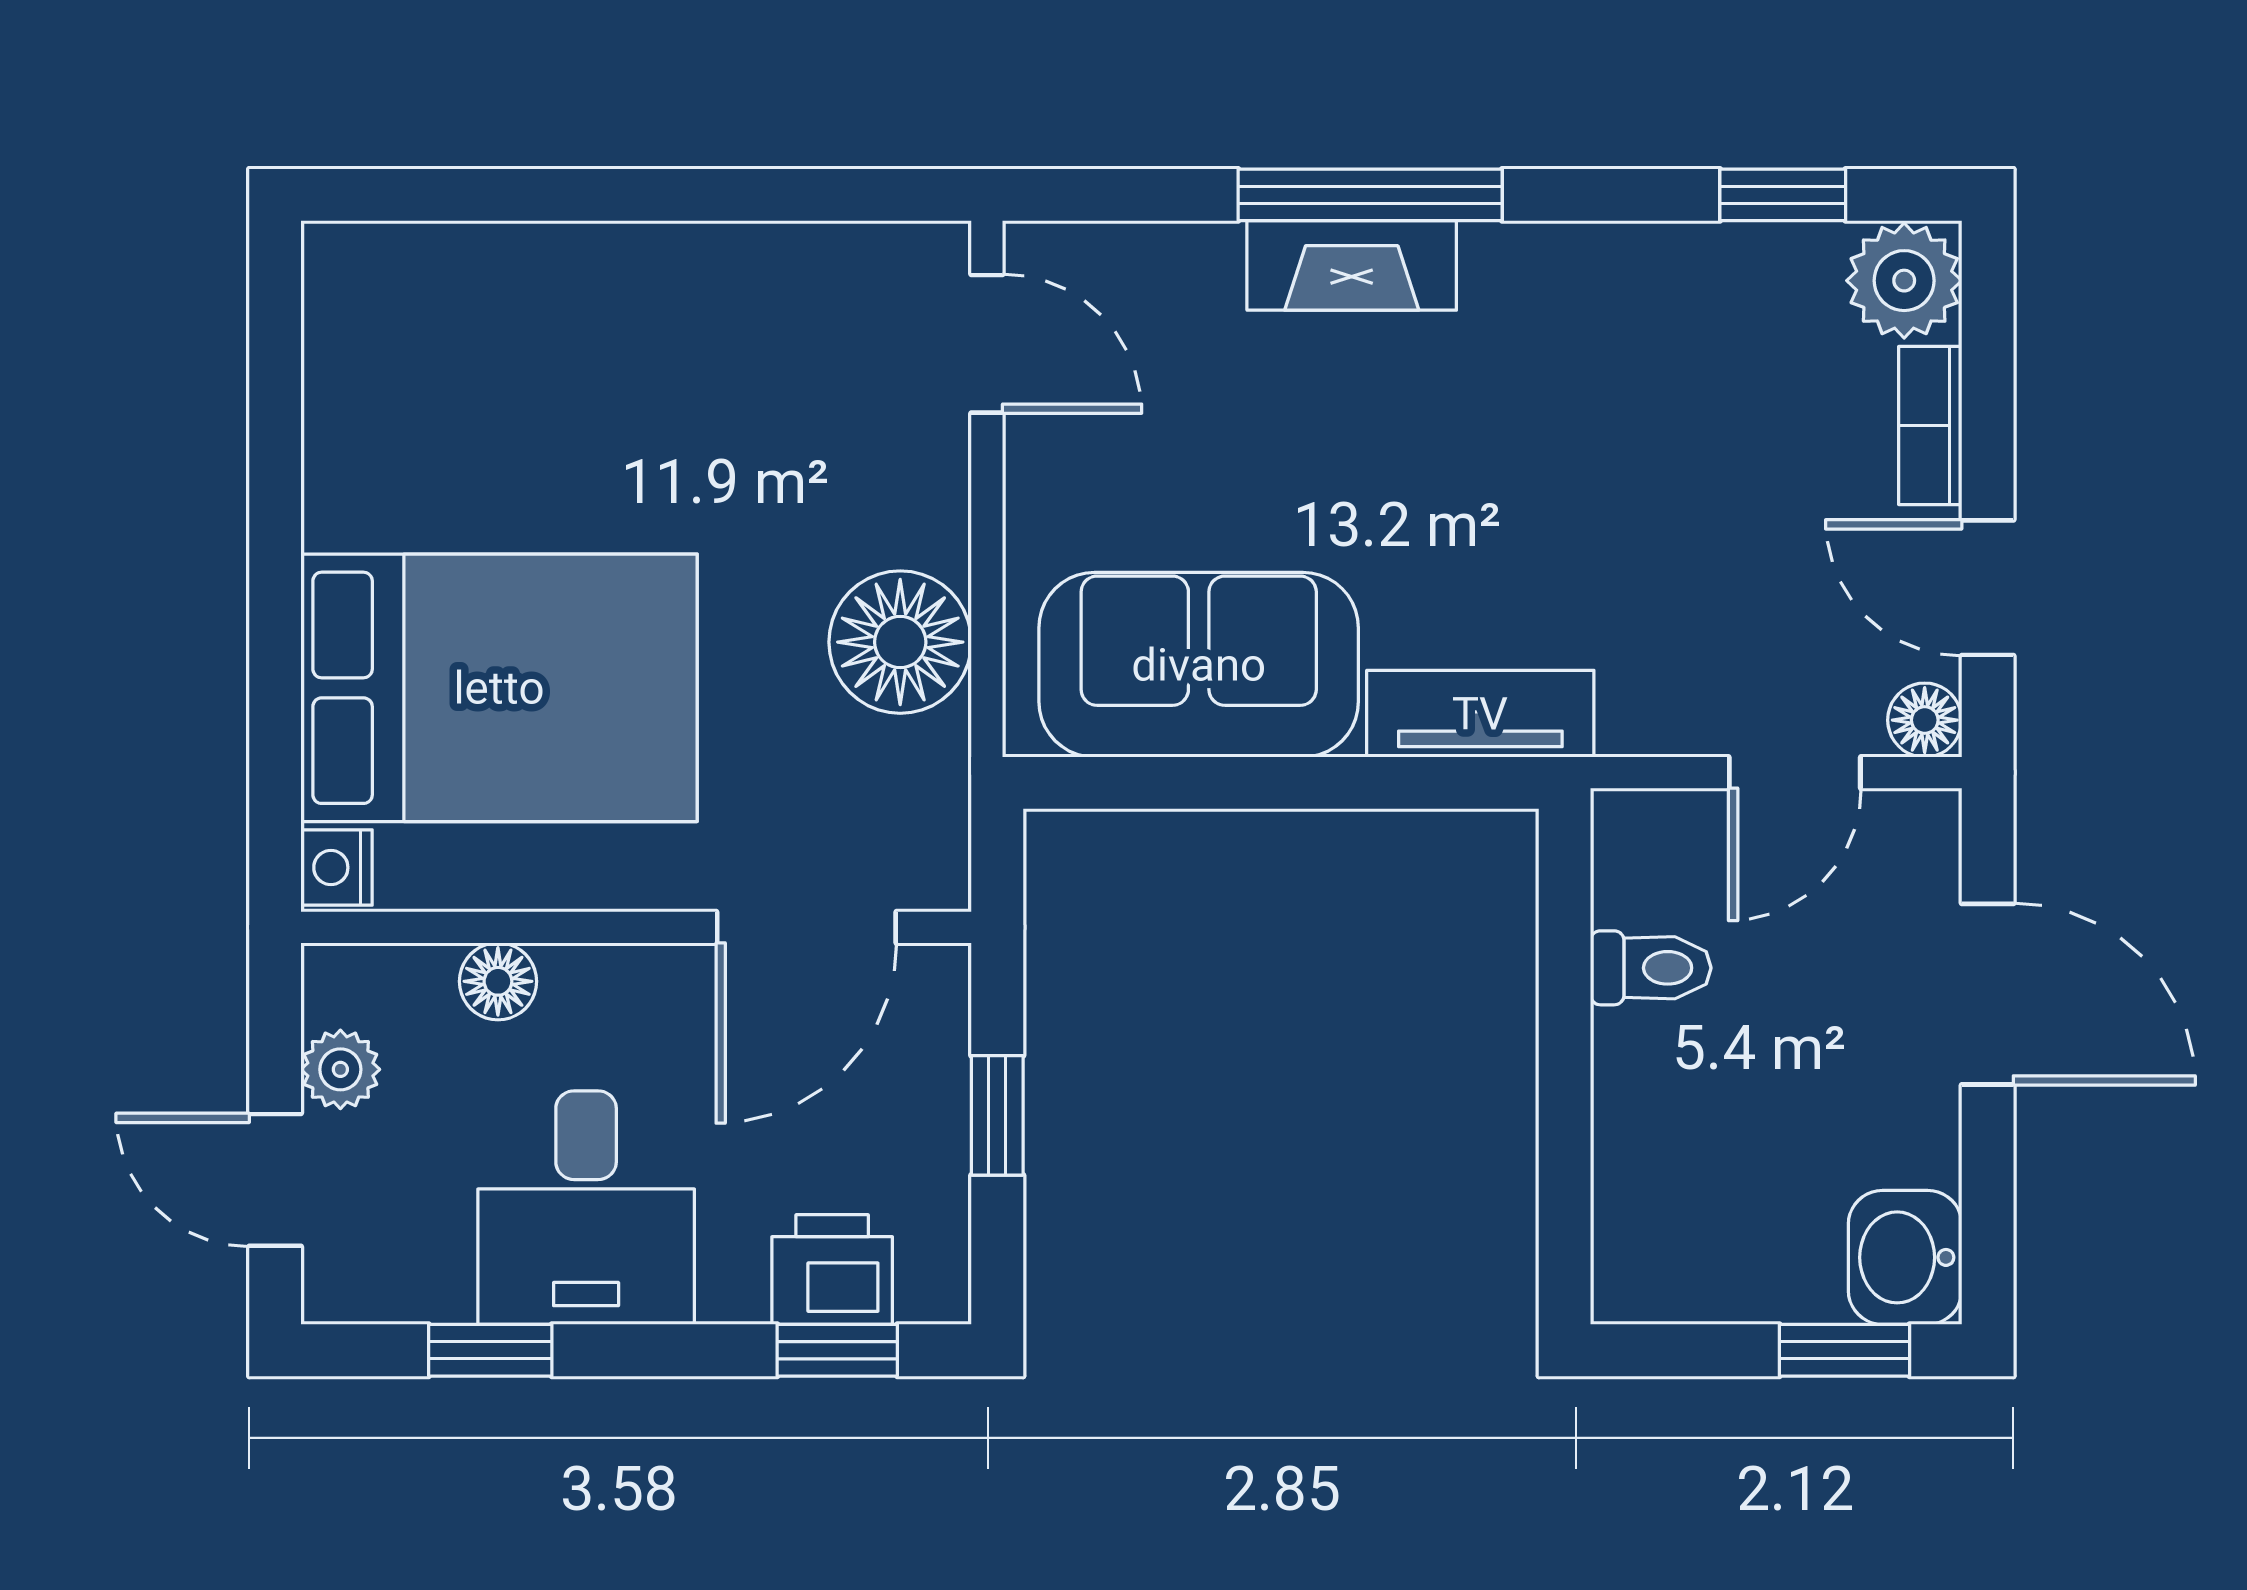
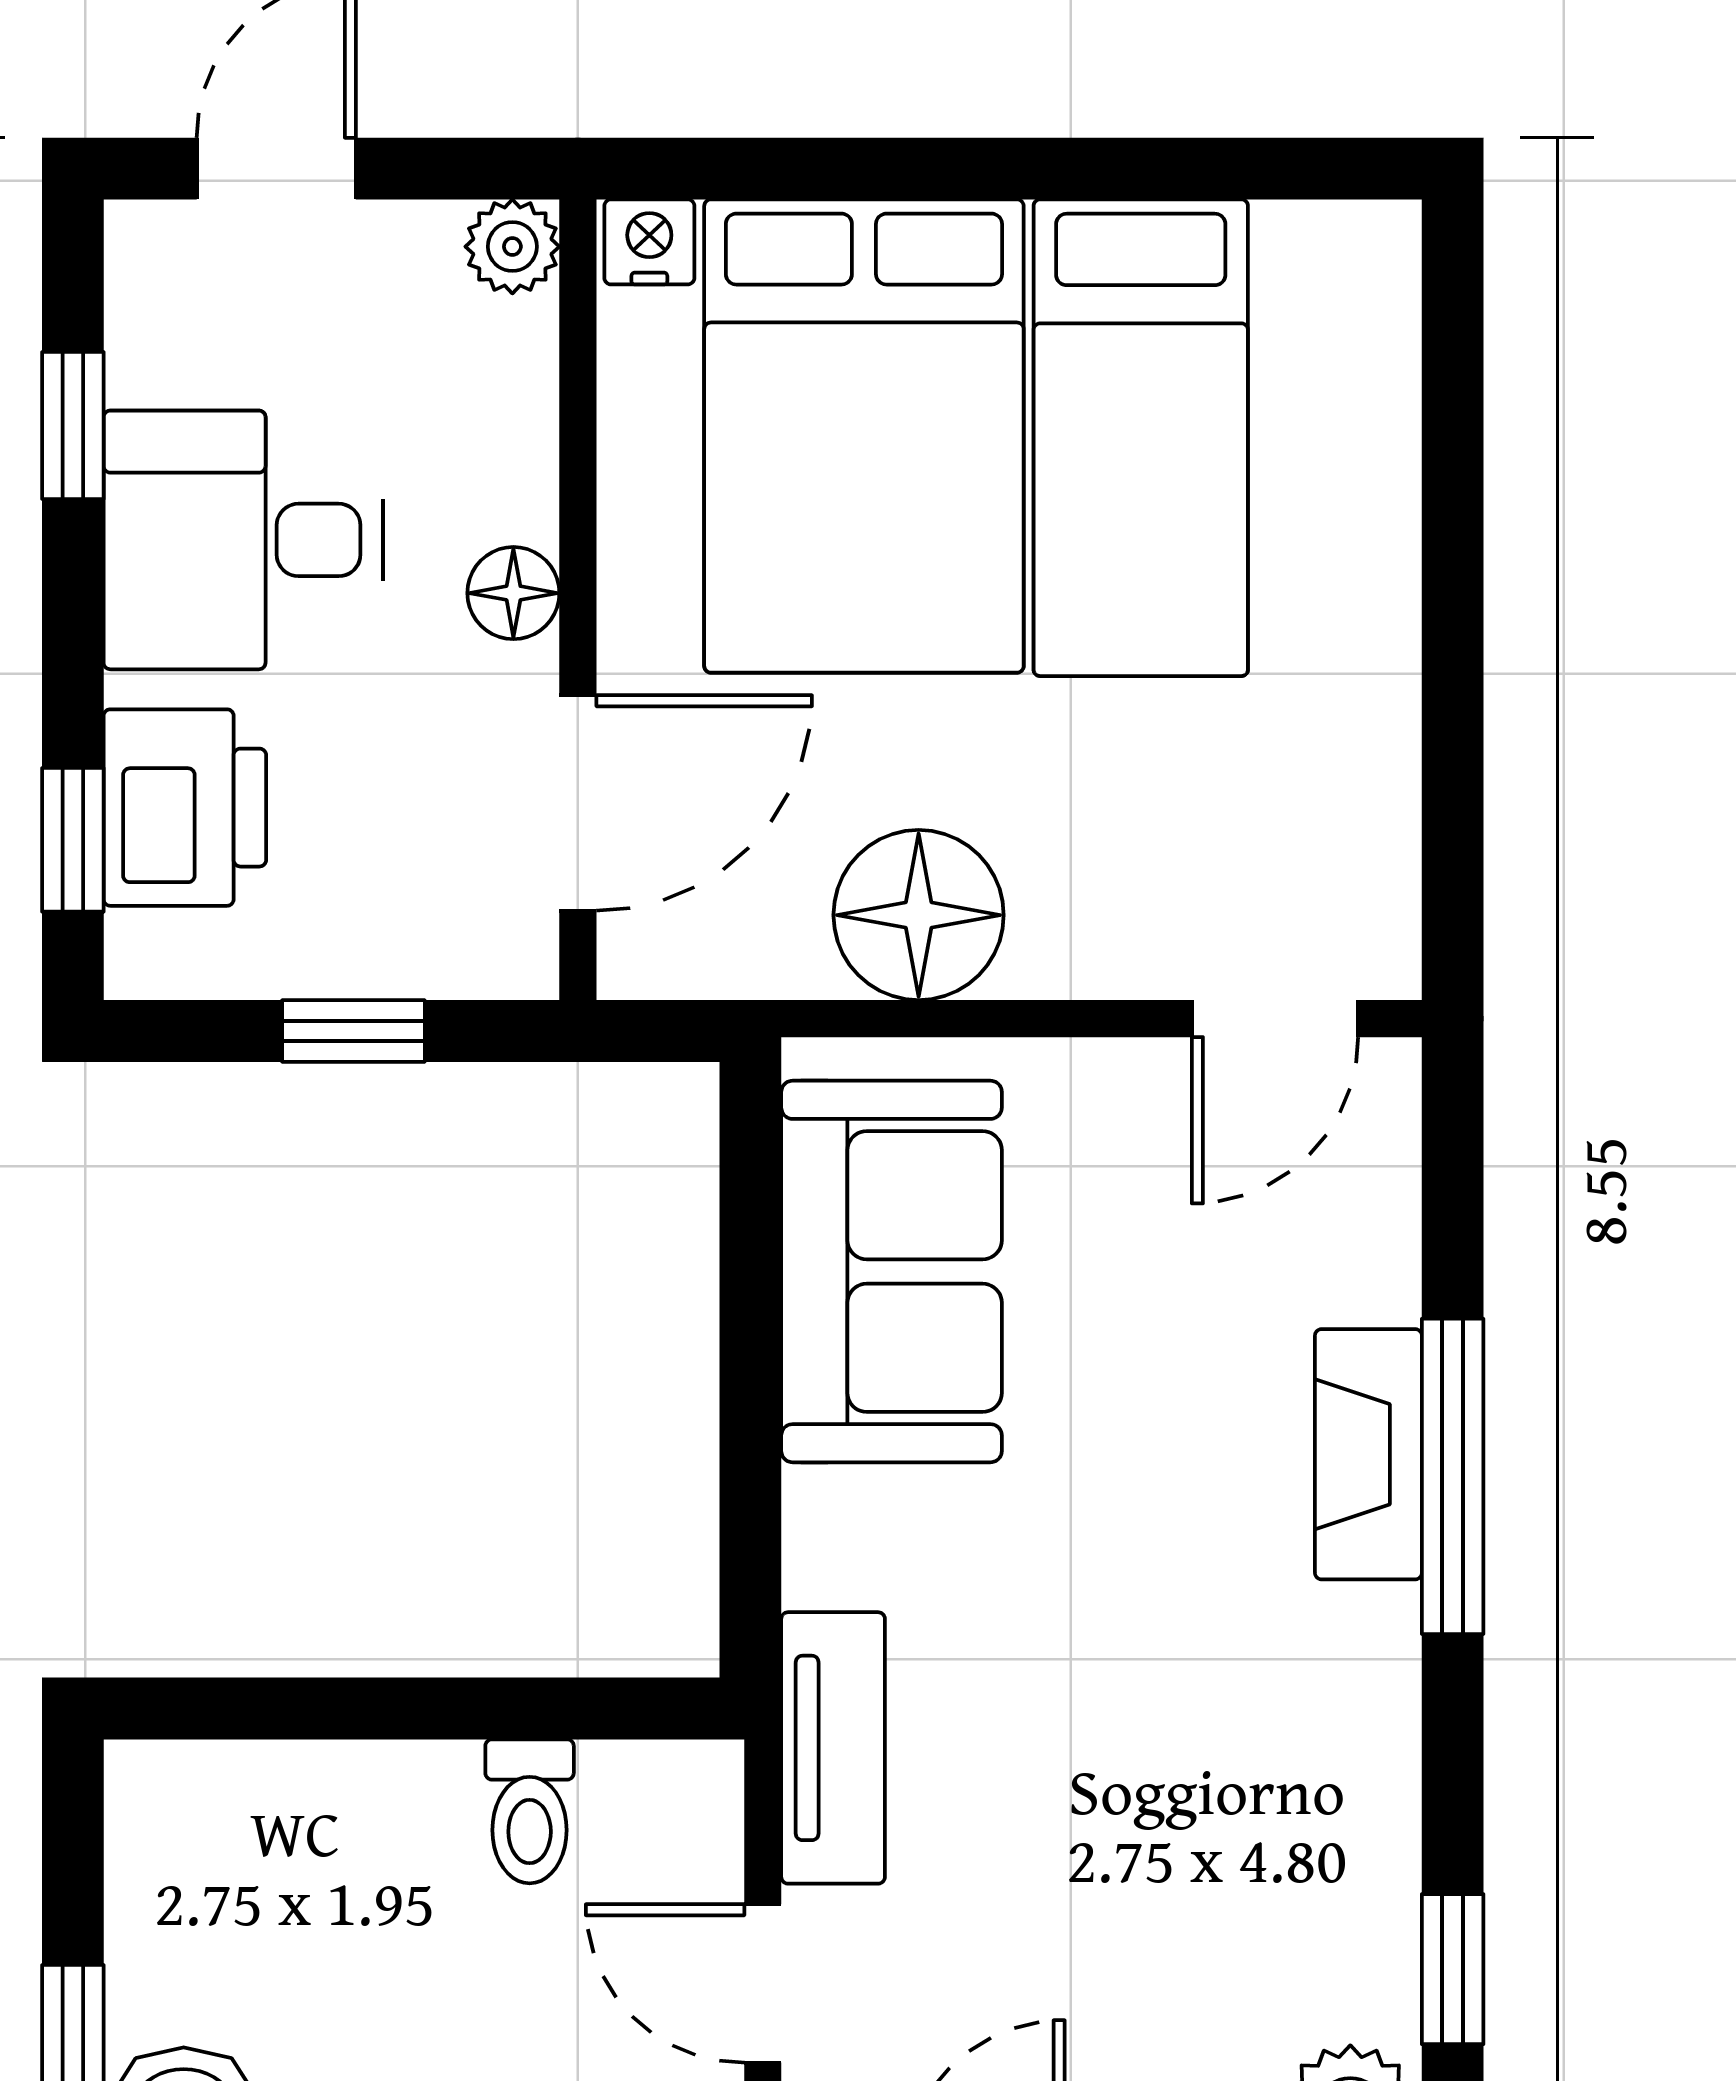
bed: (500, 456) -> (1141, 438), added
tv unit: (1480, 714) -> (833, 1748), moved
door: (806, 927) -> (578, 803), swing flipped
floor lamp: (498, 981) -> (513, 593), moved
plant: (340, 1069) -> (512, 247), moved
printer: (832, 1270) -> (185, 808), width x1.36, depth x1.24

